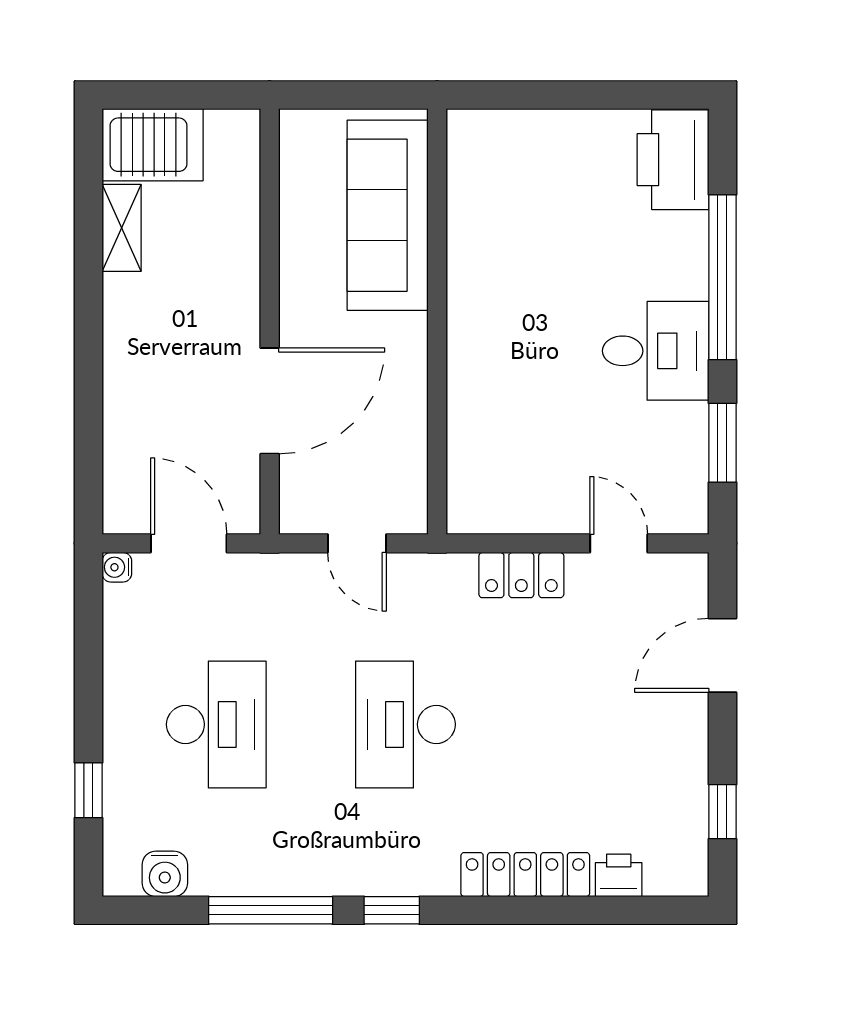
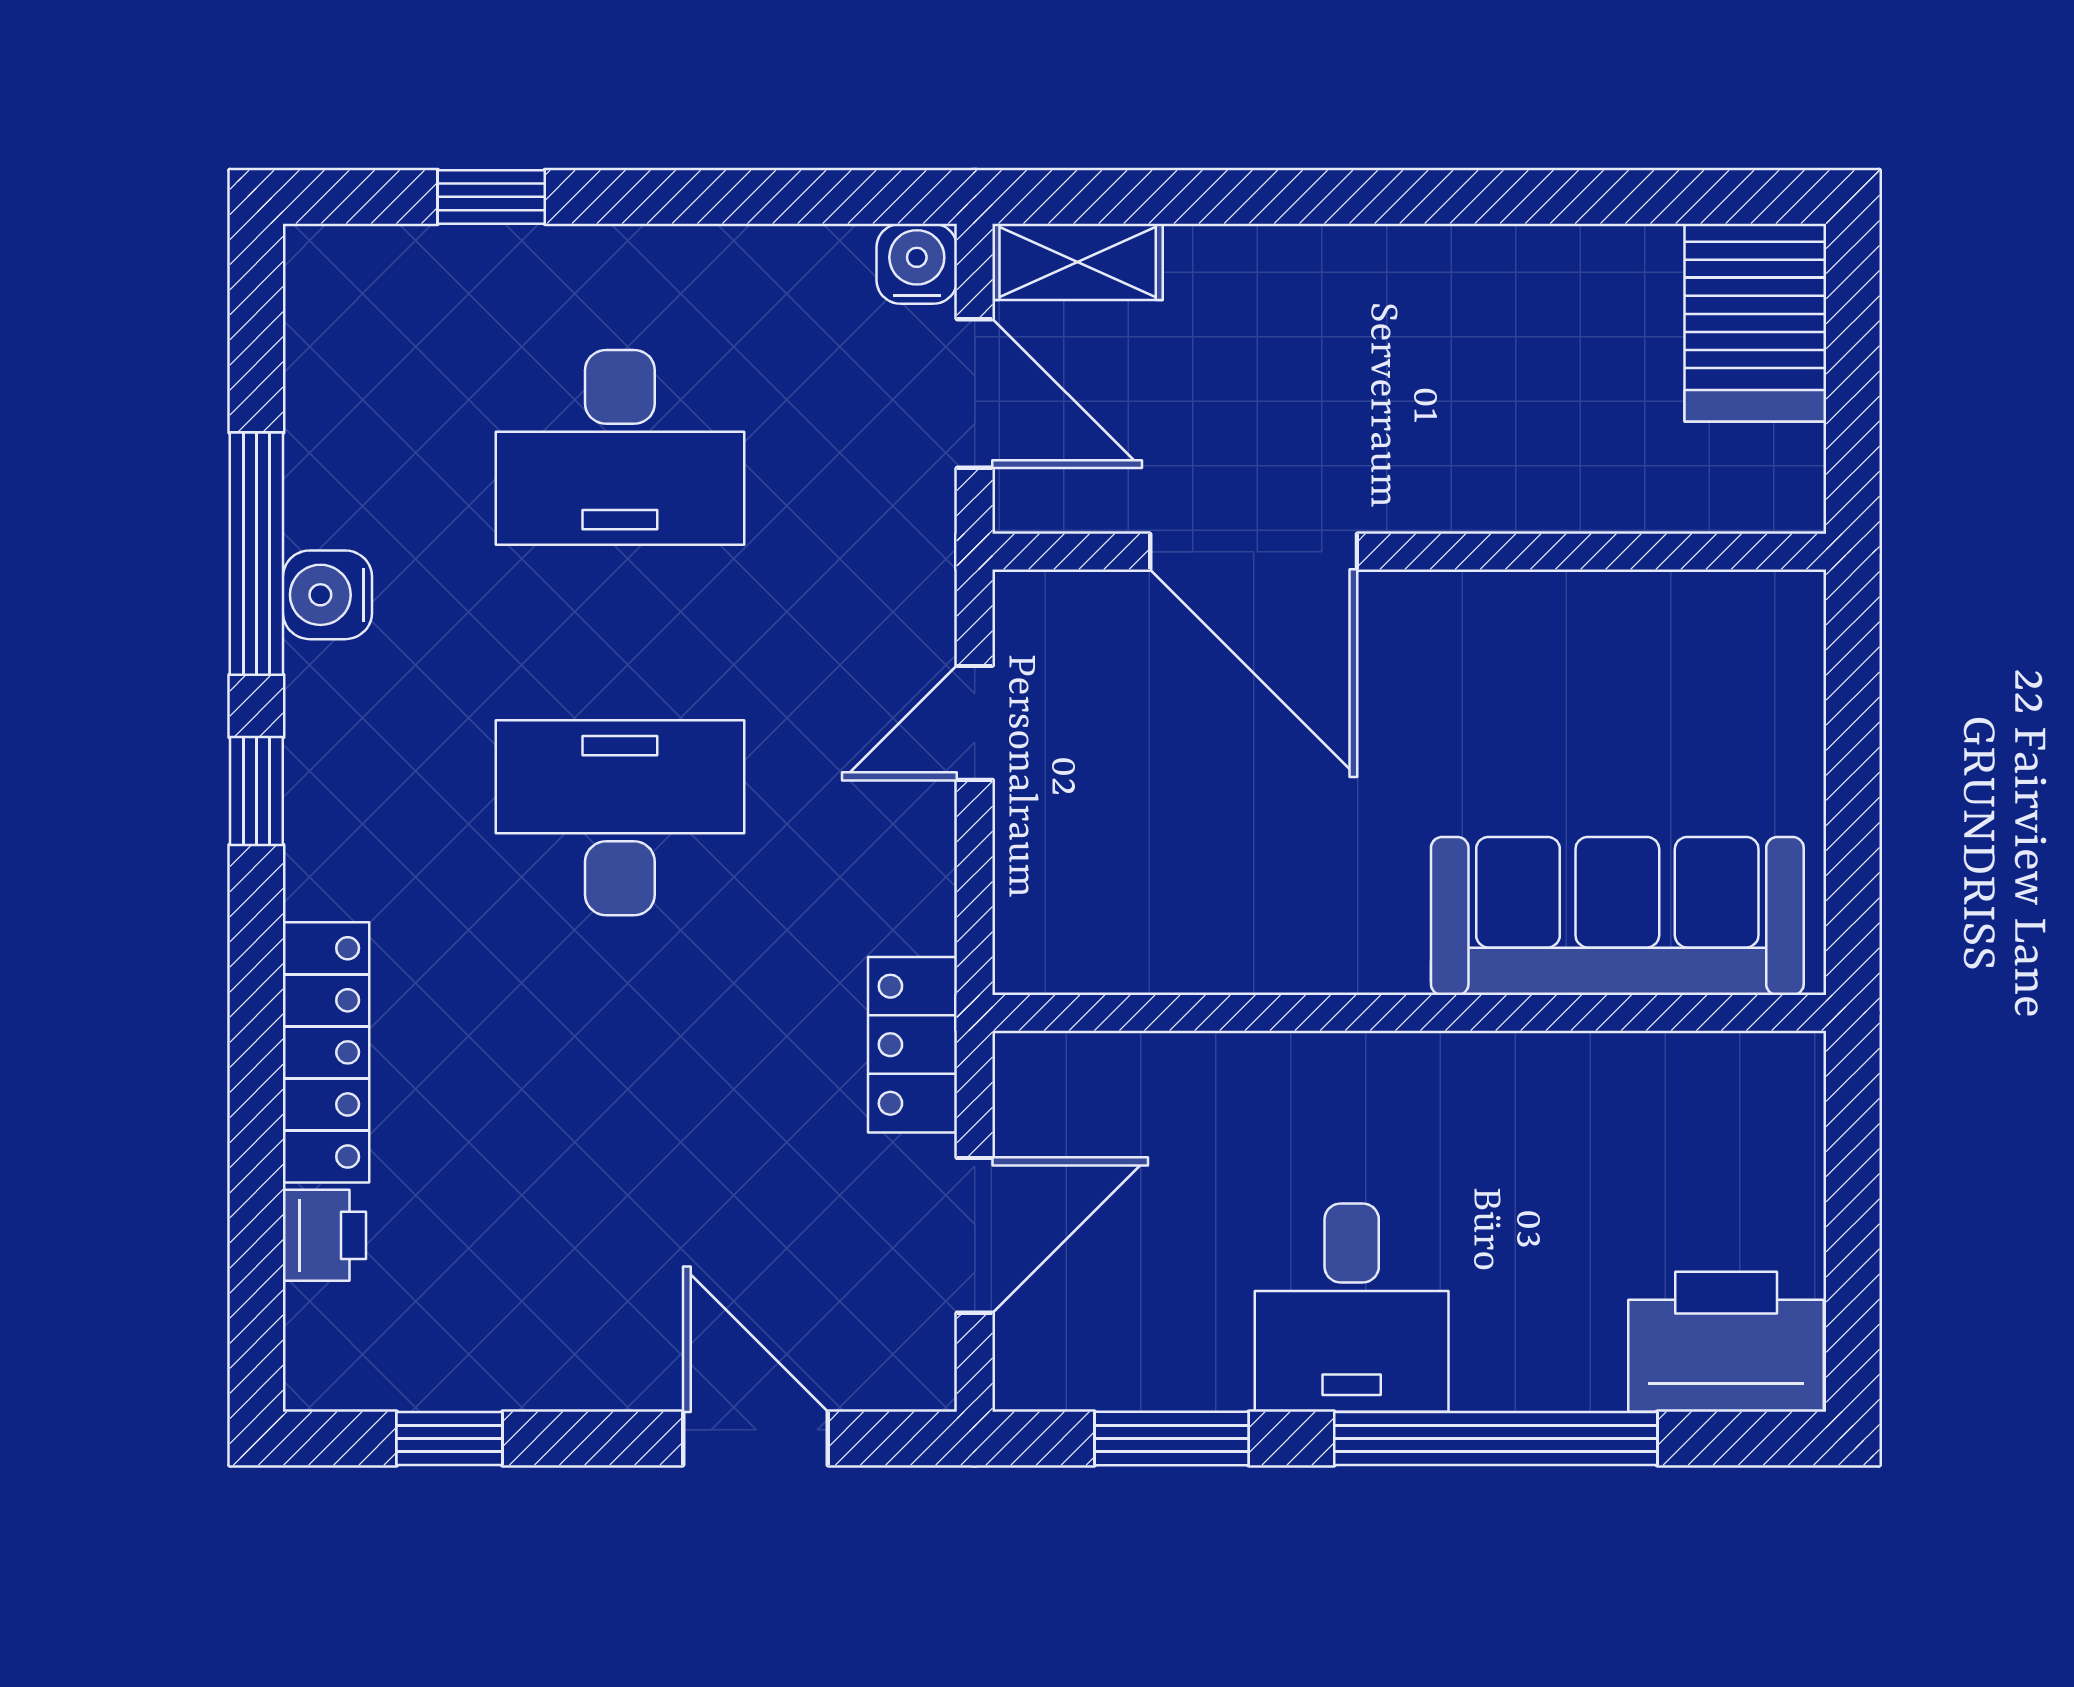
sofa: (388, 215) -> (1617, 916), moved
shelving: (122, 228) -> (1078, 262), moved
wall: (437, 321) -> (1409, 1013), moved
door: (189, 543) -> (975, 393), hinge flipped
door: (619, 543) -> (975, 1235), width x1.38
water cooler: (117, 567) -> (917, 264), width x1.38, depth x1.38
water cooler: (165, 874) -> (327, 595), moved

